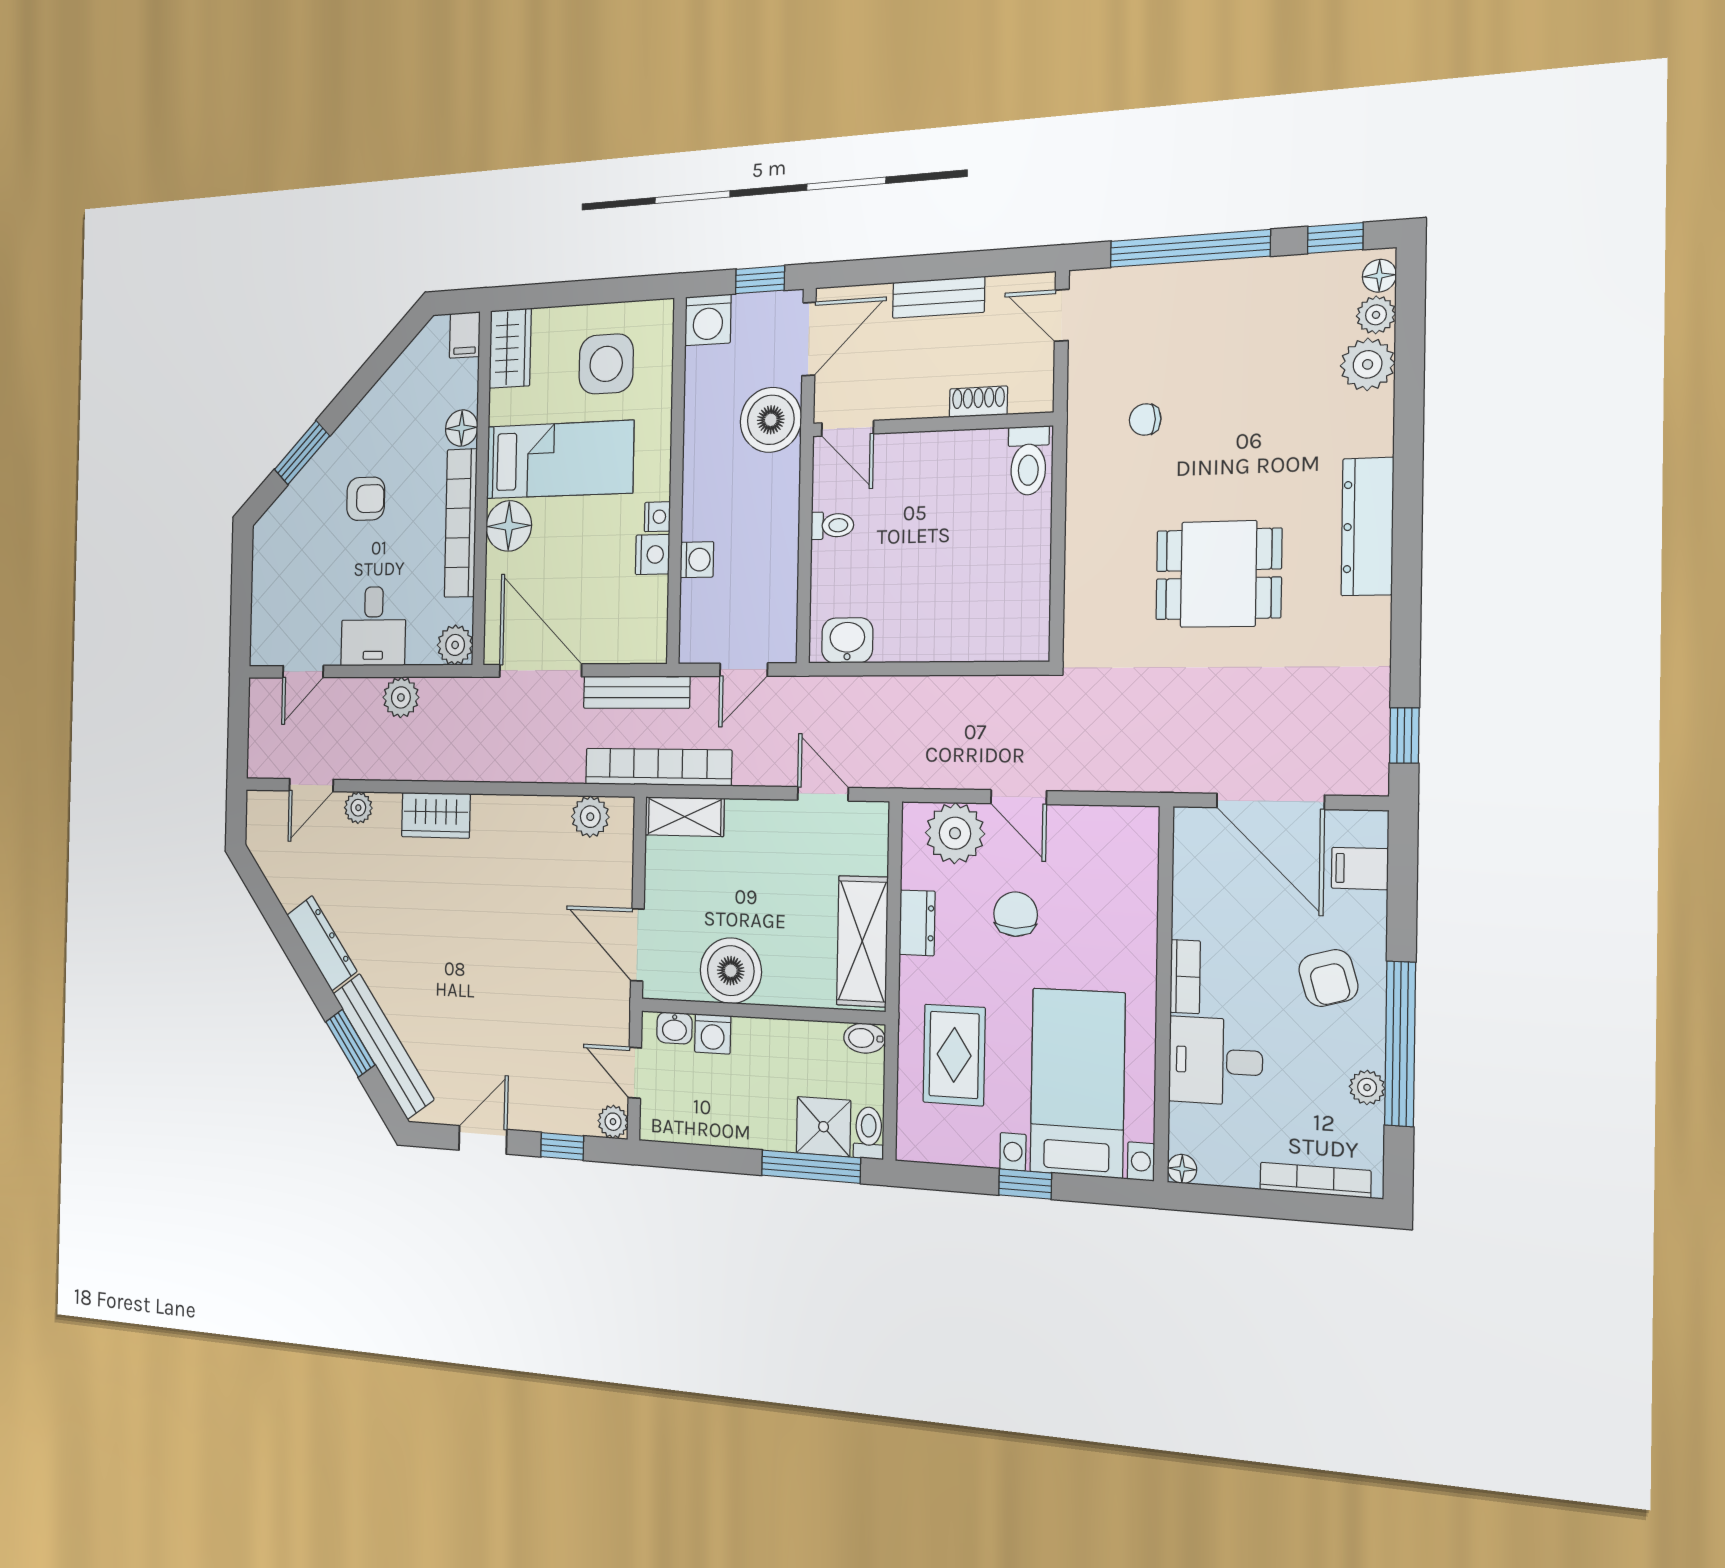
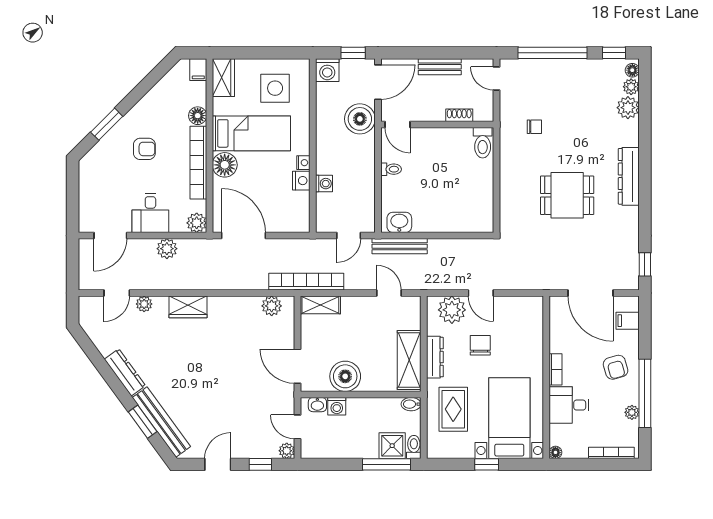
chair: (1145, 420) -> (534, 127), turned 180
door: (303, 672) -> (110, 236), width x1.38
bench: (636, 692) -> (400, 246), moved
dresser: (917, 923) -> (435, 357), width x1.44

